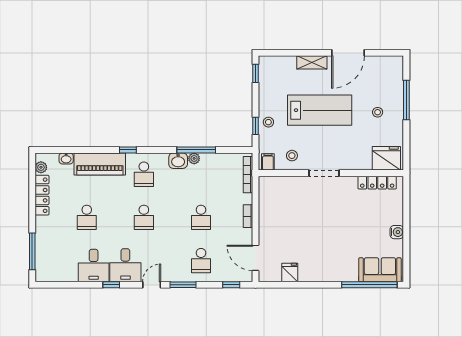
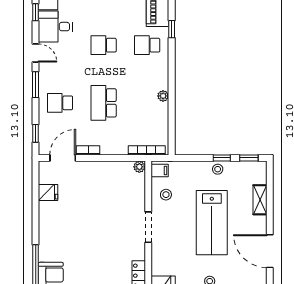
shelving: (312, 62) -> (260, 200), moved
stool: (268, 122) -> (218, 169), moved
window: (256, 126) -> (222, 158), moved
window: (196, 150) -> (172, 98), removed
washbasin: (178, 161) -> (161, 80), removed
plant: (264, 182) -> (139, 167), added
bookcase: (248, 216) -> (88, 150), moved
school desk: (201, 217) -> (104, 103), width x1.85

